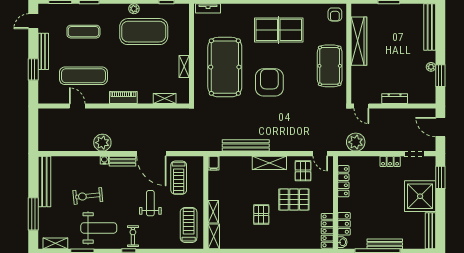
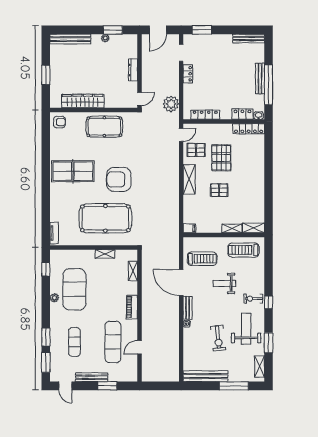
table tennis table: (279, 30) -> (73, 171), turned 90
plant: (102, 143) -> (171, 325), removed
bench: (246, 145) -> (174, 200), removed
door: (151, 154) -> (181, 283), swing flipped
shower: (420, 196) -> (218, 48), removed
pallet: (261, 214) -> (219, 190), moved

